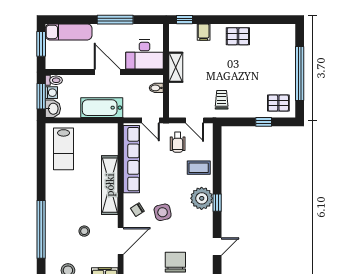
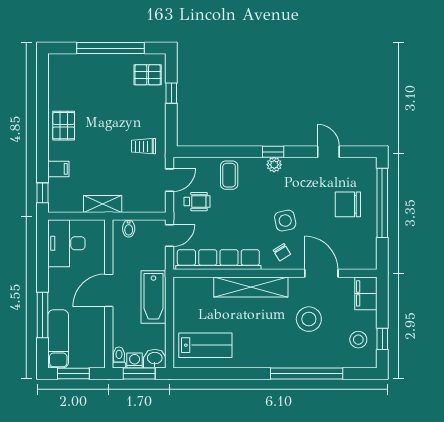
window: (115, 20) -> (43, 315), moved
desk: (145, 55) -> (66, 243), moved, turned 180
pallet: (278, 103) -> (148, 75), turned 90
plant: (202, 198) -> (274, 165), width x0.53, depth x0.53
stool: (84, 231) -> (309, 319), width x1.89, depth x1.89

